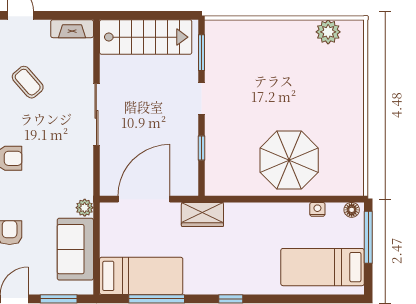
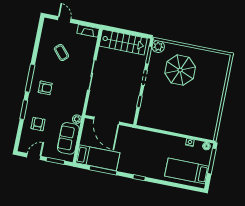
plant: (328, 32) -> (158, 47), moved
parasol: (289, 160) -> (180, 70), moved
door: (144, 199) -> (107, 121), swing flipped
wardrobe: (202, 214) -> (134, 134), removed

